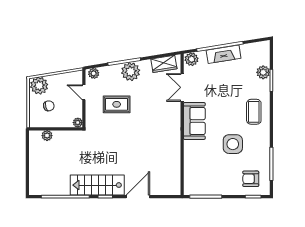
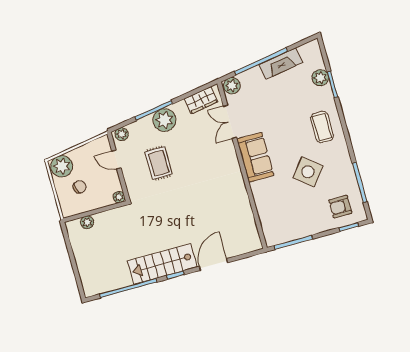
fireplace: (224, 54) -> (281, 64), moved
rug: (117, 104) -> (159, 163), turned 90
side table: (233, 144) -> (308, 172), turned 38

